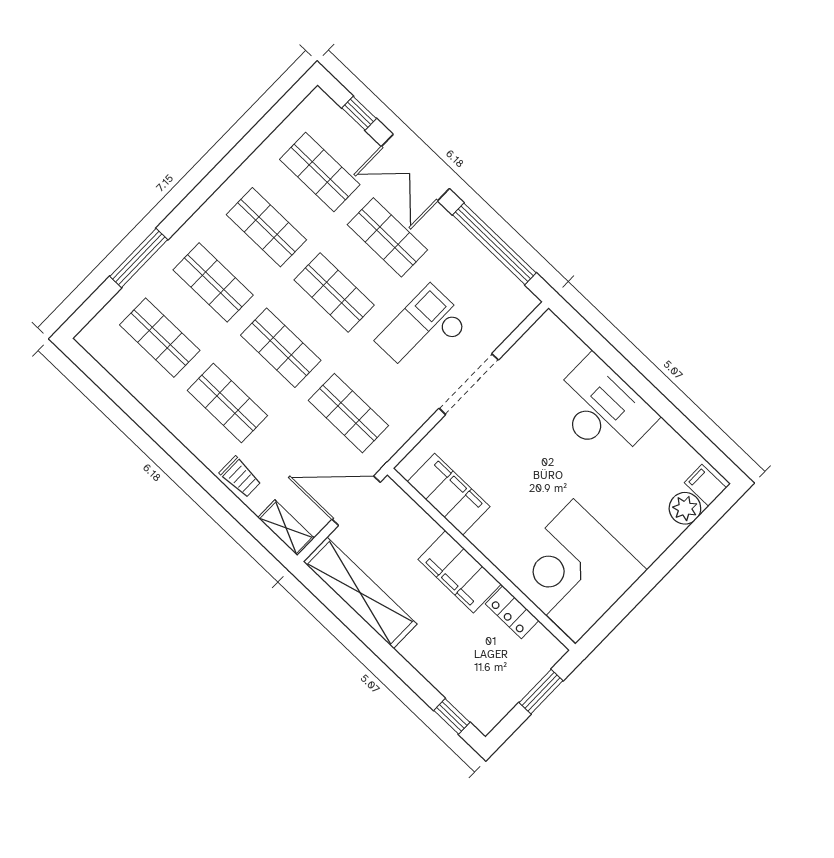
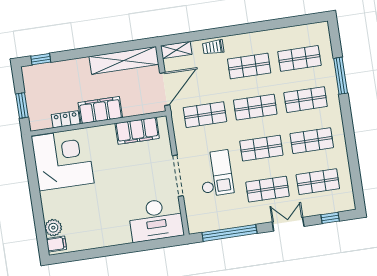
double door: (415, 168) -> (288, 224), width x0.73
desk: (602, 409) -> (156, 220), moved

